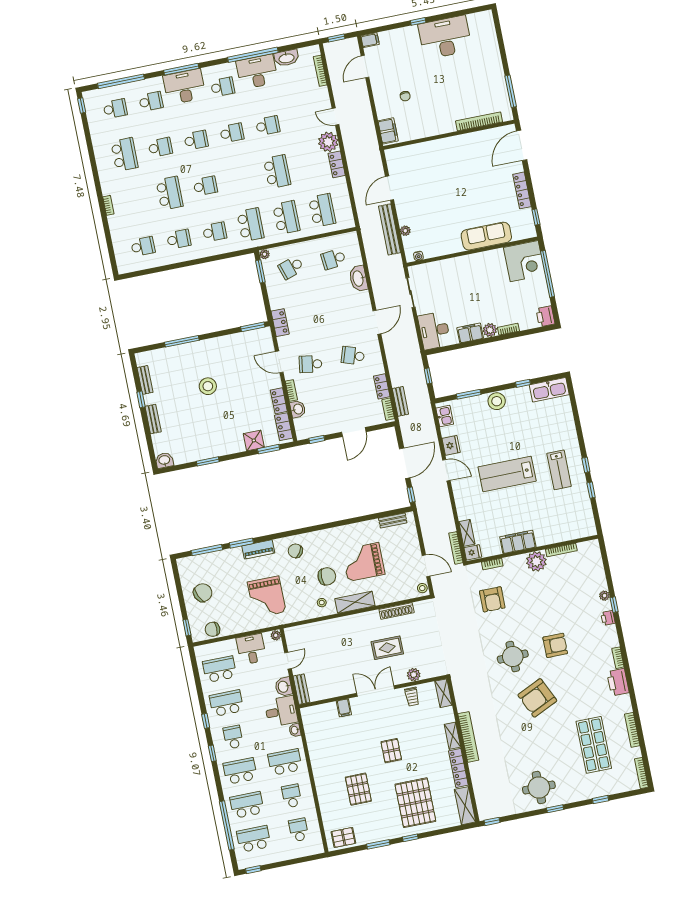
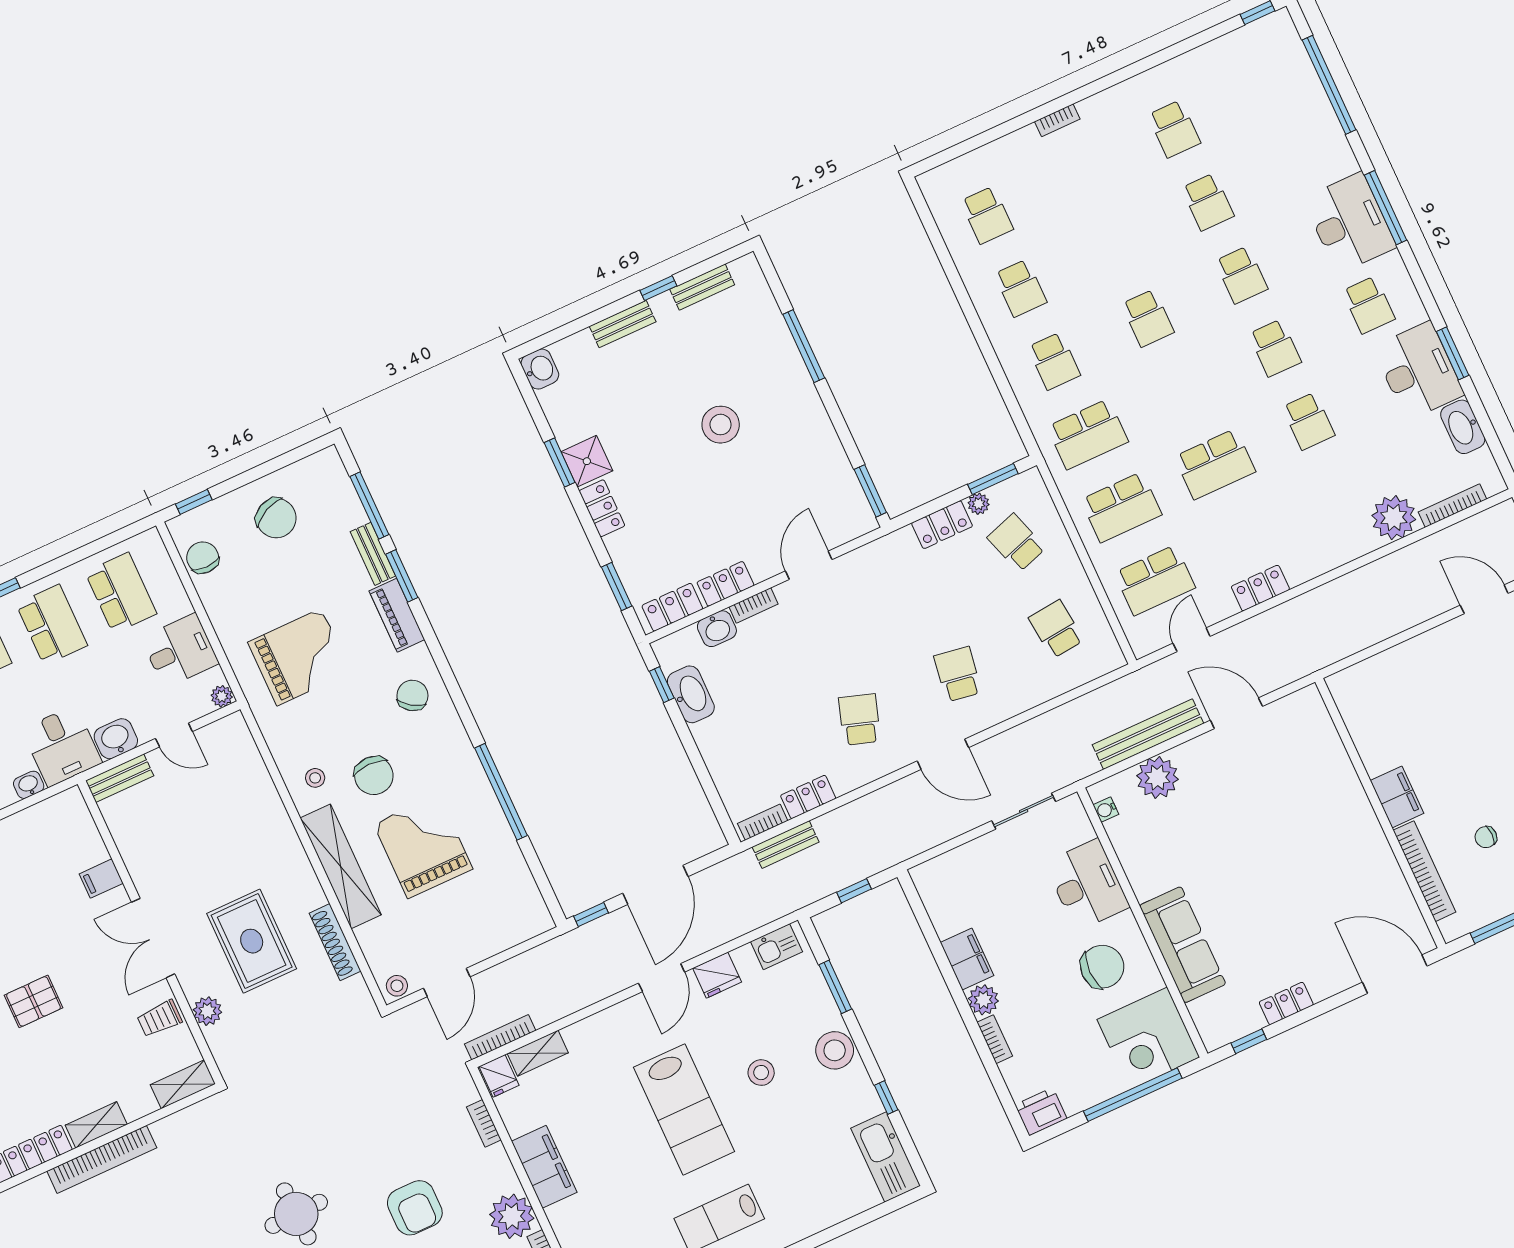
window: (253, 55) -> (1453, 353), width x0.47
chair: (405, 96) -> (1486, 837), moved
school desk: (151, 101) -> (1301, 159), removed
school desk: (115, 109) -> (1268, 86), removed
door: (335, 117) -> (1192, 640), moved
filing cabinet: (388, 131) -> (1397, 797), moved, turned -90
plant: (328, 142) -> (1394, 518), moved
school desk: (124, 155) -> (1174, 129), width x0.54
locker: (522, 190) -> (1286, 1003), width x0.66
school desk: (170, 193) -> (1114, 245), removed
plant: (405, 231) -> (1157, 778), width x1.87, depth x1.87
plant: (265, 254) -> (979, 504), moved
chair: (488, 274) -> (1102, 967), added
washbasin: (358, 278) -> (691, 694), moved, turned 90
locker: (280, 323) -> (942, 525), moved
desk: (434, 331) -> (1087, 885), moved, turned 90
school desk: (311, 364) -> (958, 674), moved
door: (354, 432) -> (696, 760), removed
stool: (499, 436) -> (761, 1073), added
shower: (254, 440) -> (587, 461), moved
locker: (232, 447) -> (602, 508), added
door: (405, 463) -> (655, 885), hinge flipped
lab bench: (507, 474) -> (684, 1109), turned 180
bench: (393, 521) -> (373, 554), moved
window: (347, 522) -> (501, 792), added
grand piano: (267, 597) -> (299, 657), turned 180
armchair: (492, 599) -> (415, 1208), moved, turned -90
shelving: (355, 602) -> (341, 866), width x1.47
rug: (387, 648) -> (252, 941), width x1.36, depth x1.43
double door: (376, 691) -> (153, 938), swing flipped

